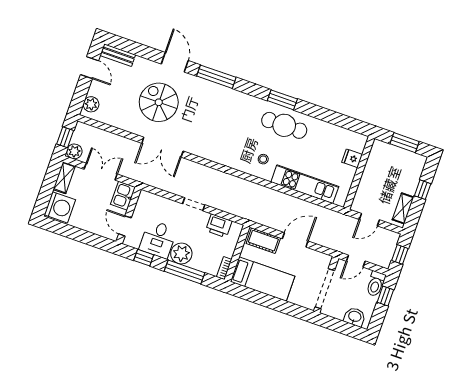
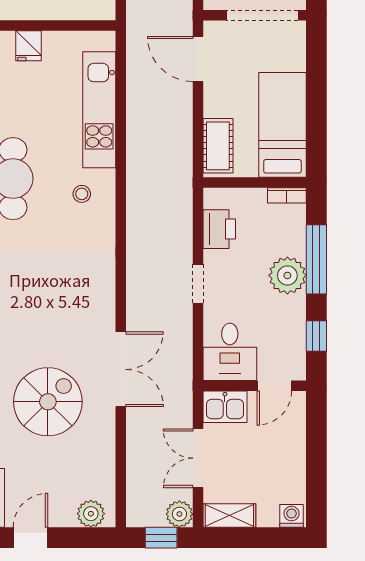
spiral stairs: (159, 102) -> (48, 402), turned 180
washing machine: (60, 207) -> (292, 516), width x0.53, depth x0.53
desk: (158, 239) -> (230, 352), moved, turned 90
door: (295, 240) -> (198, 59), moved

